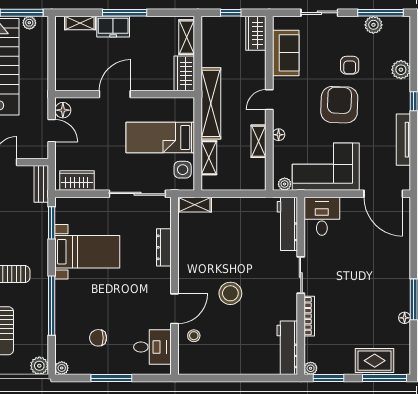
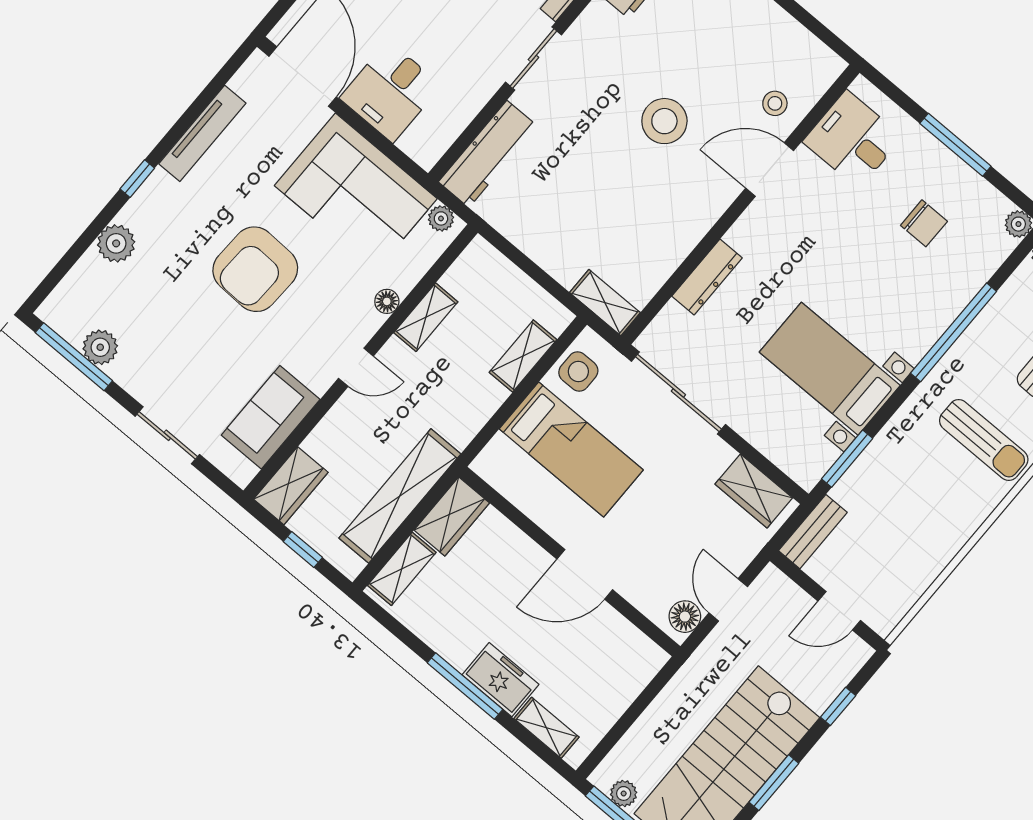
armchair: (350, 65) -> (189, 316), removed
shelving: (211, 103) -> (400, 496), moved
desk: (322, 216) -> (390, 92), moved

